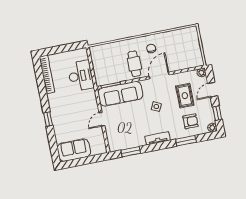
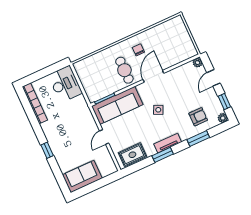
desk: (81, 76) -> (65, 84), moved
rug: (185, 96) -> (132, 155), moved, turned 90
window: (131, 152) -> (163, 155), moved

